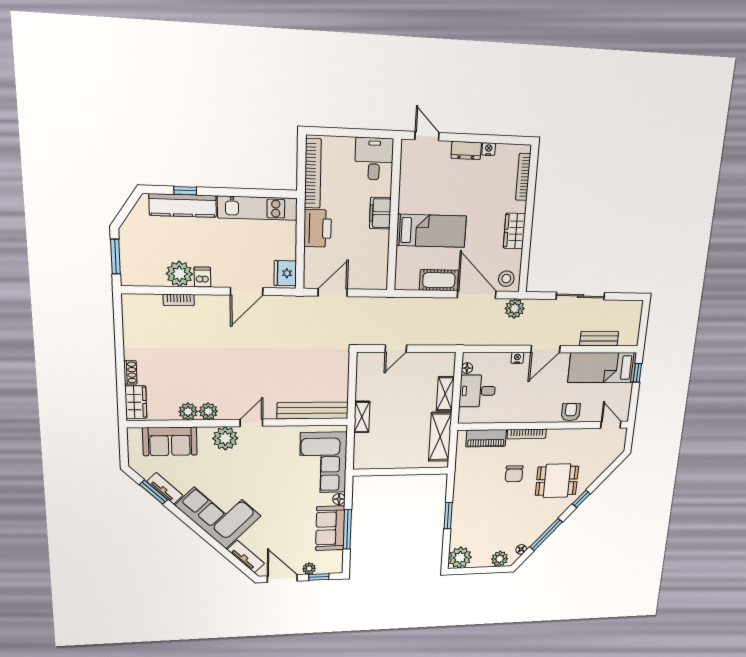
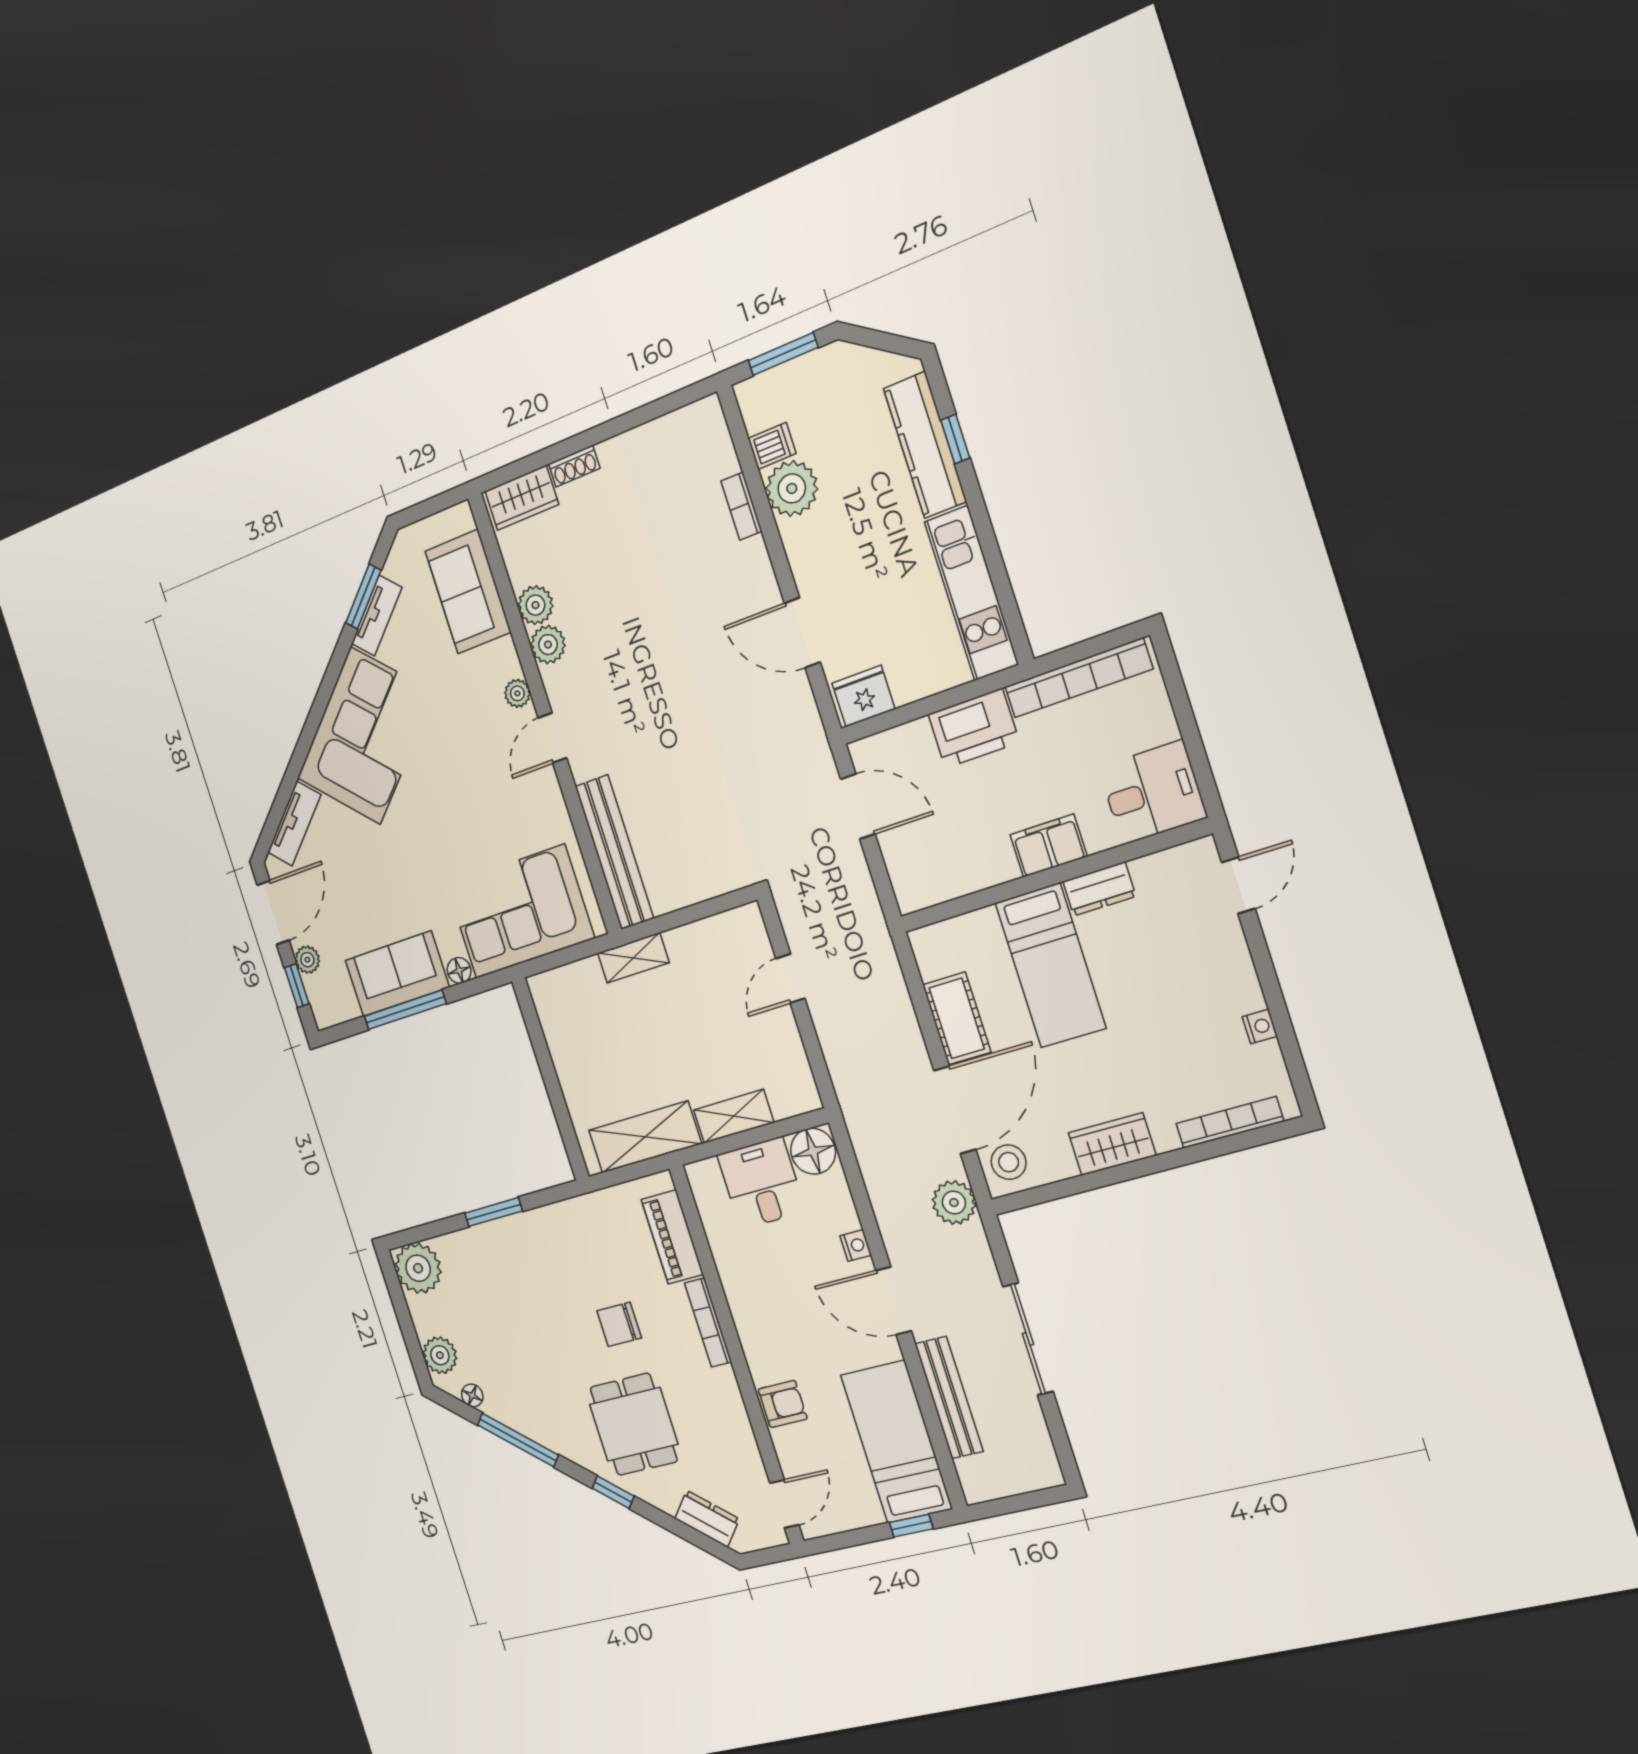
dresser: (466, 150) -> (1099, 889), moved, turned -90
dishwasher: (202, 277) -> (772, 446), moved
bench: (599, 339) -> (949, 1398), width x1.36
door: (396, 349) -> (790, 978), hinge flipped
floor lamp: (467, 368) -> (813, 1151), width x1.89, depth x1.89
door: (251, 423) -> (552, 738), swing flipped
plant: (225, 438) -> (517, 693), width x0.53, depth x0.53
dresser: (605, 461) -> (707, 1519), added

